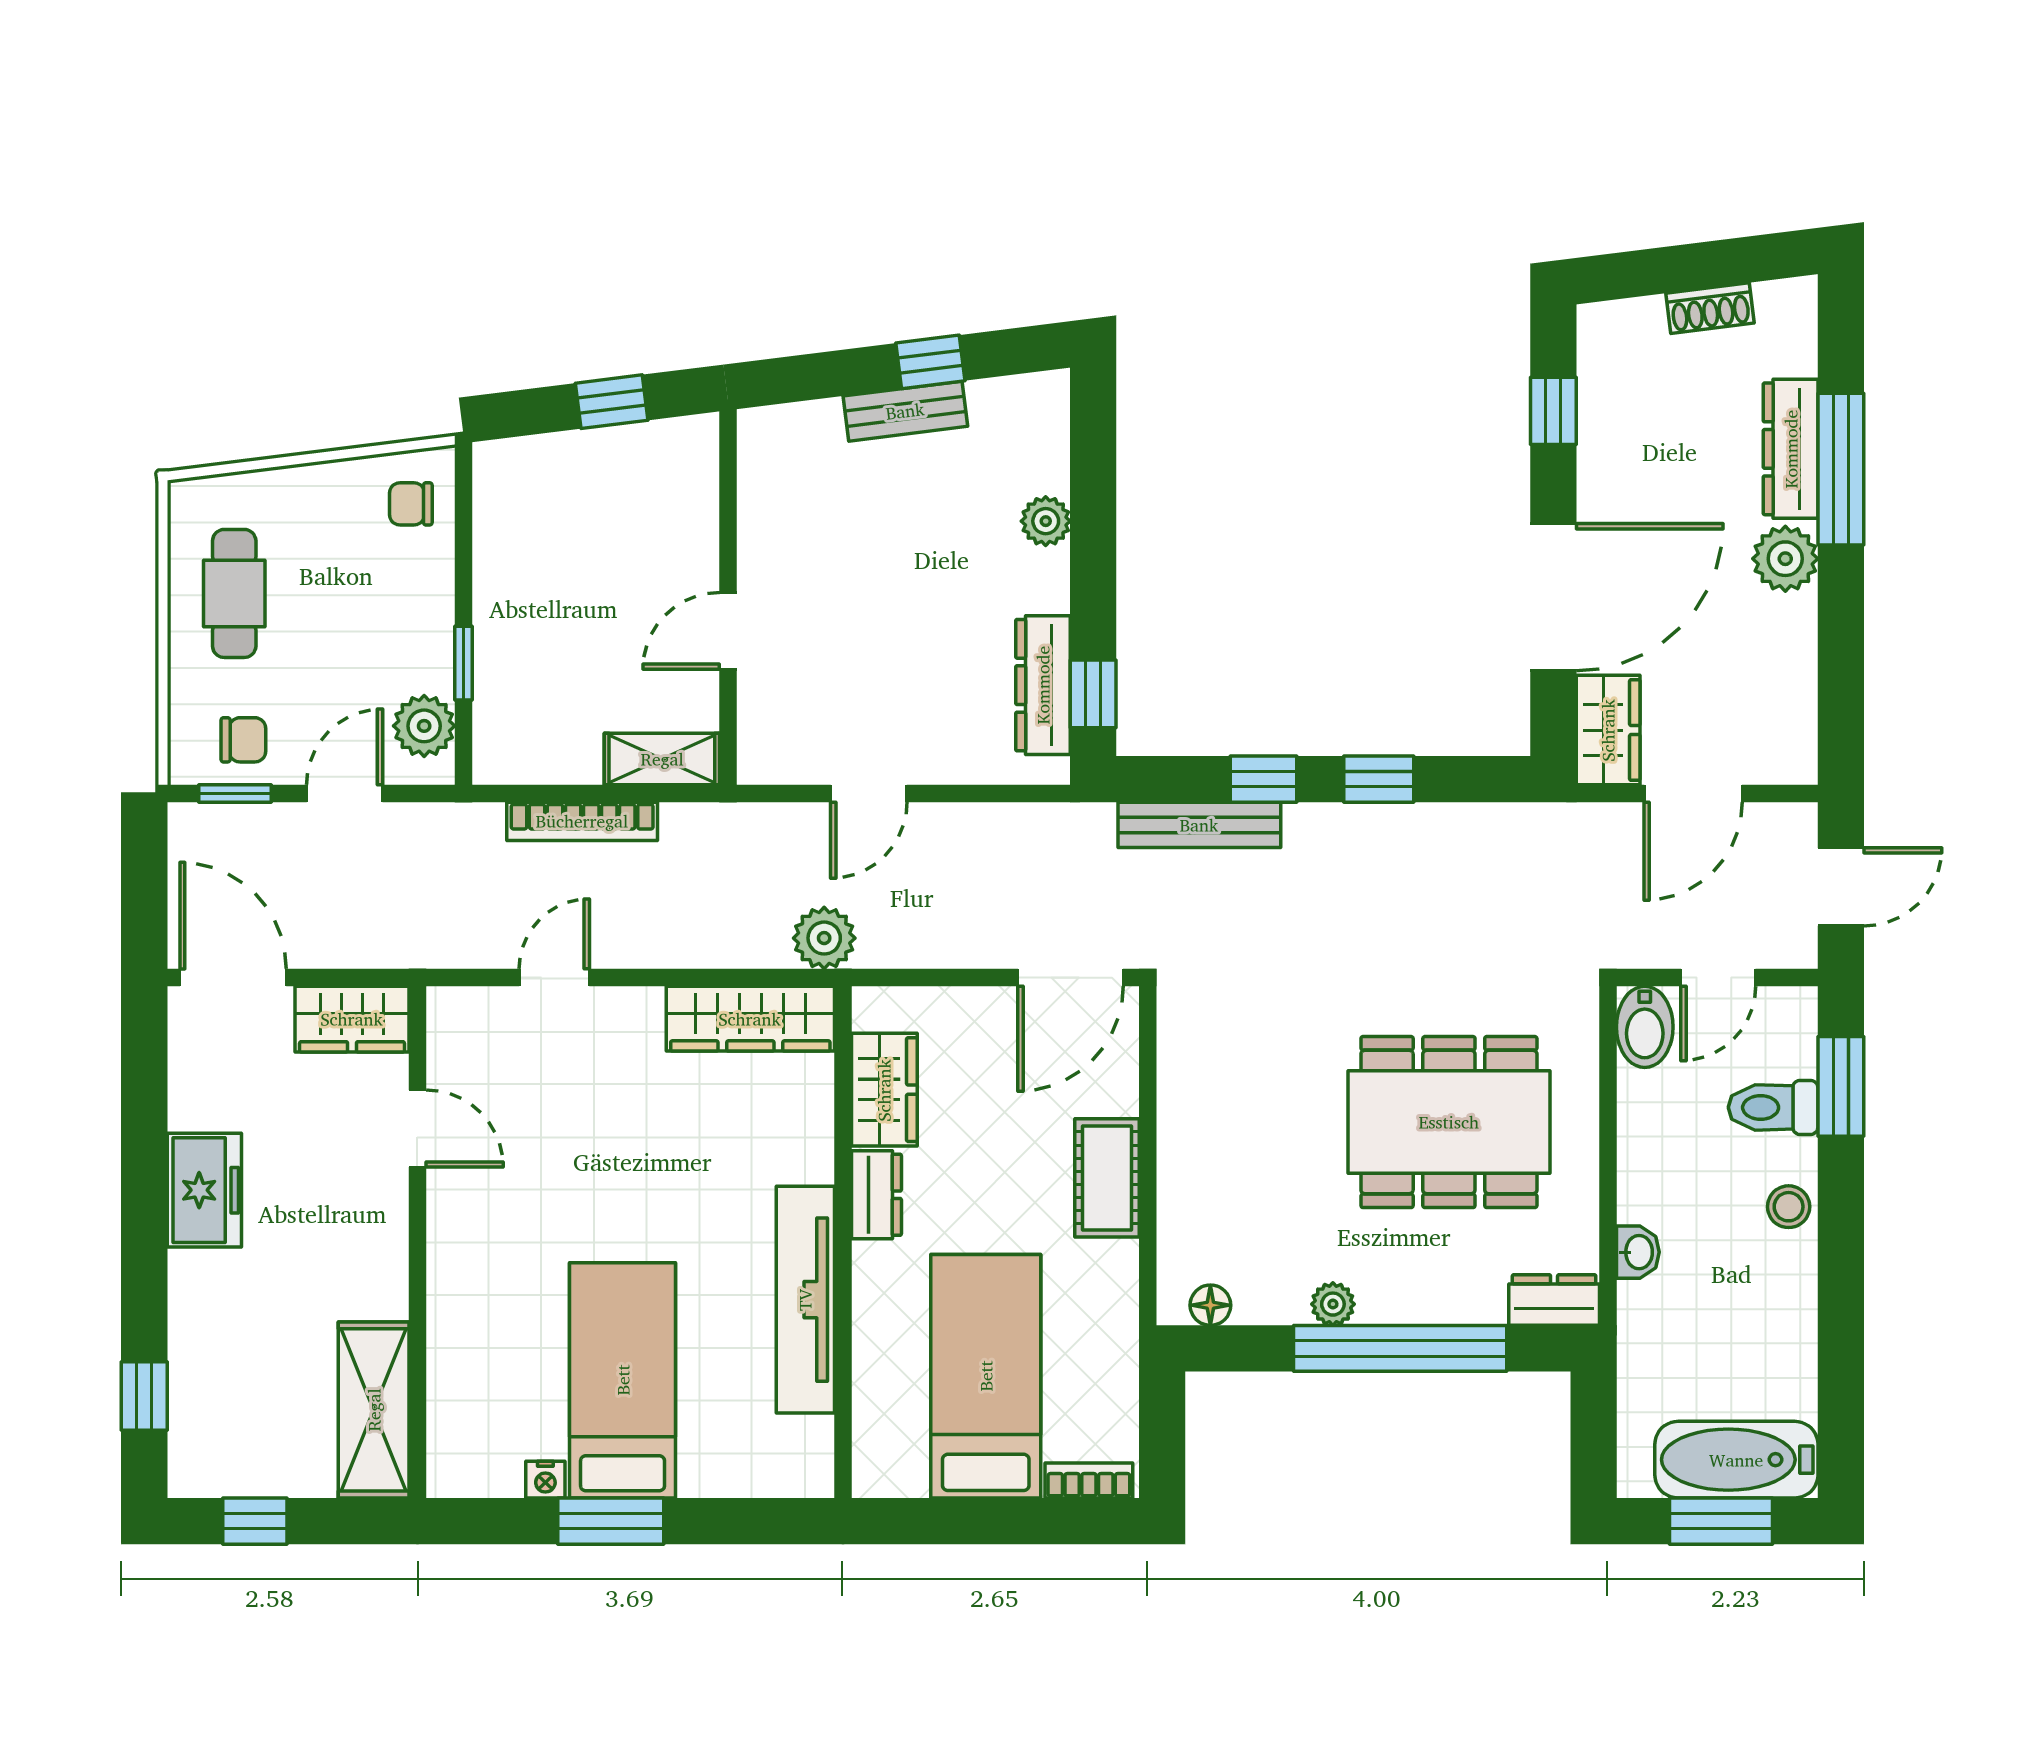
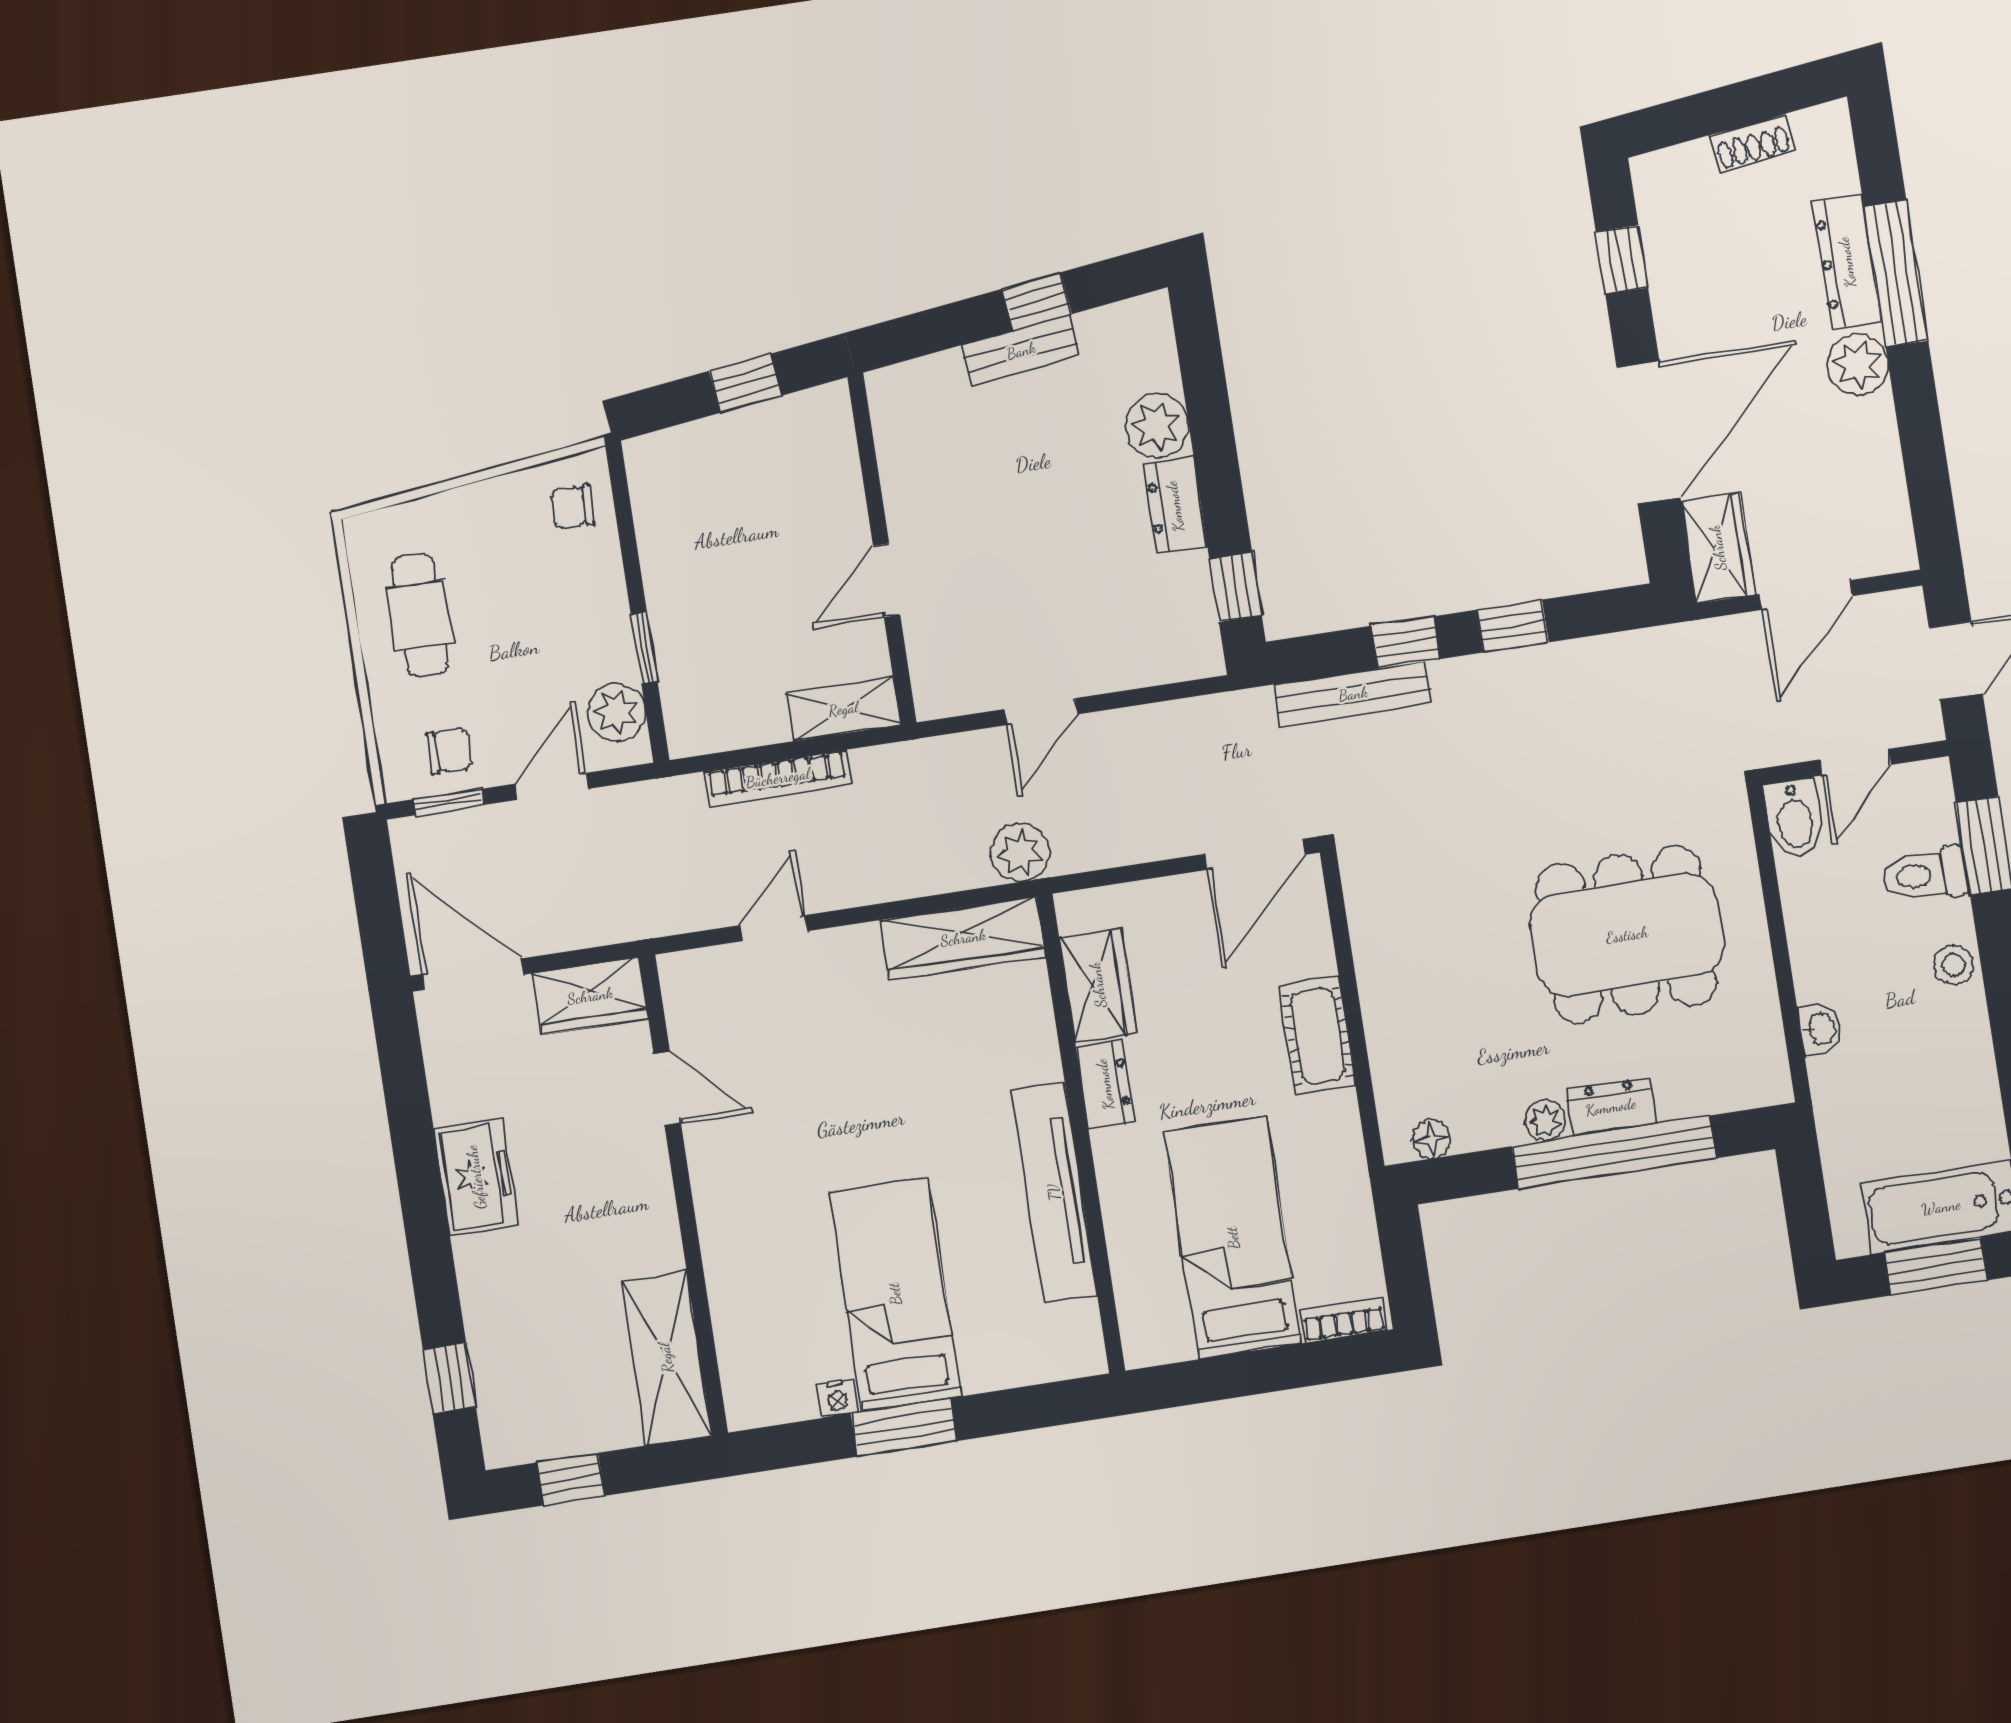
plant: (1046, 521) -> (1157, 426), width x1.38, depth x1.38
dresser: (1043, 685) -> (1175, 506), moved, width x0.70
dresser: (1554, 1300) -> (1611, 1107), moved

